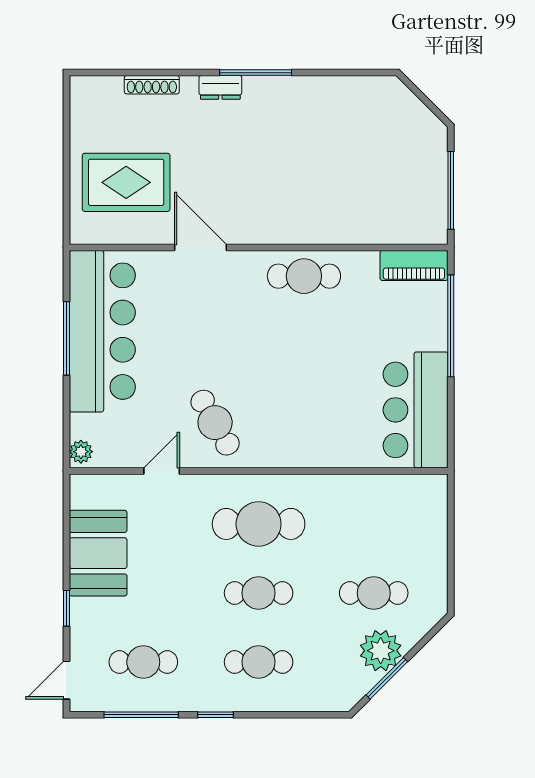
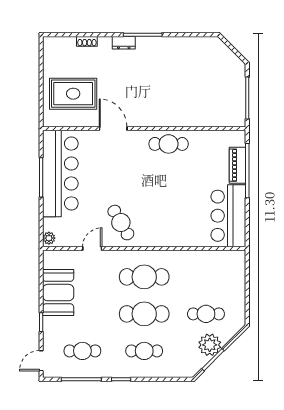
shoe rack: (152, 85) -> (87, 41), width x0.70
piano: (414, 265) -> (238, 165), moved, turned 90
cafe table: (259, 593) -> (144, 314), width x1.37, depth x1.35

